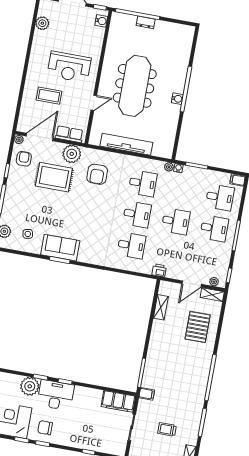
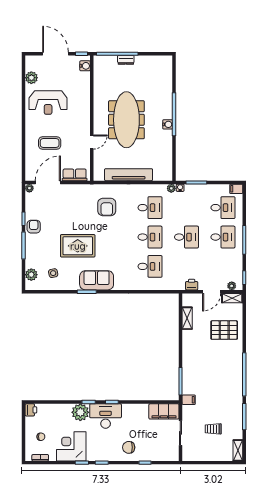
reception desk: (69, 67) -> (48, 103), moved
plant: (72, 154) -> (80, 193), removed
armchair: (24, 159) -> (34, 227), moved
rug: (54, 177) -> (78, 246), moved
sofa: (60, 248) -> (97, 280), moved
printer: (159, 270) -> (192, 285), moved
pallet: (198, 327) -> (224, 330), turned 90
chair: (45, 428) -> (129, 447), moved

